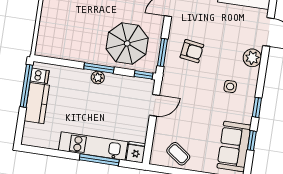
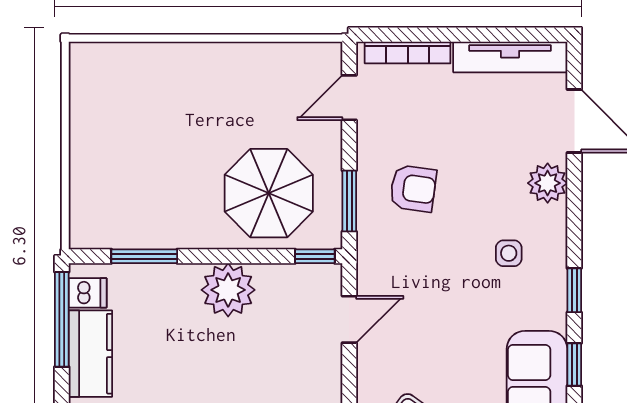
window: (99, 68) -> (144, 256), moved
plant: (98, 78) -> (228, 290), width x1.87, depth x1.87

